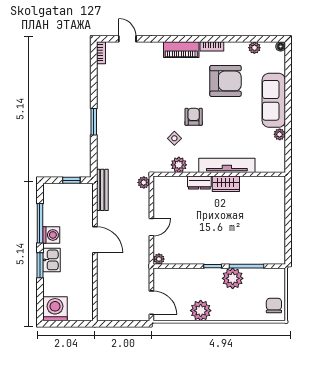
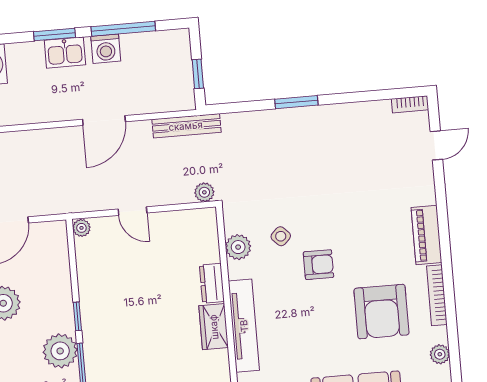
bookcase: (212, 46) -> (437, 295), width x1.56

